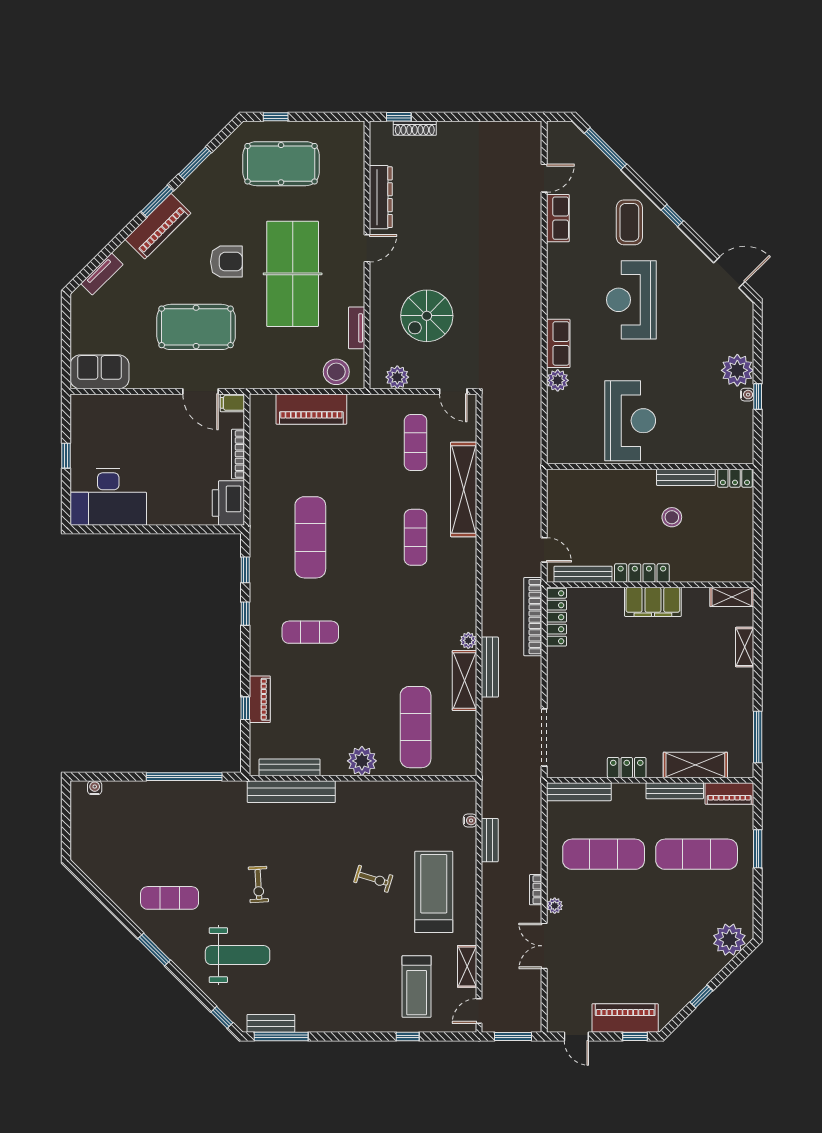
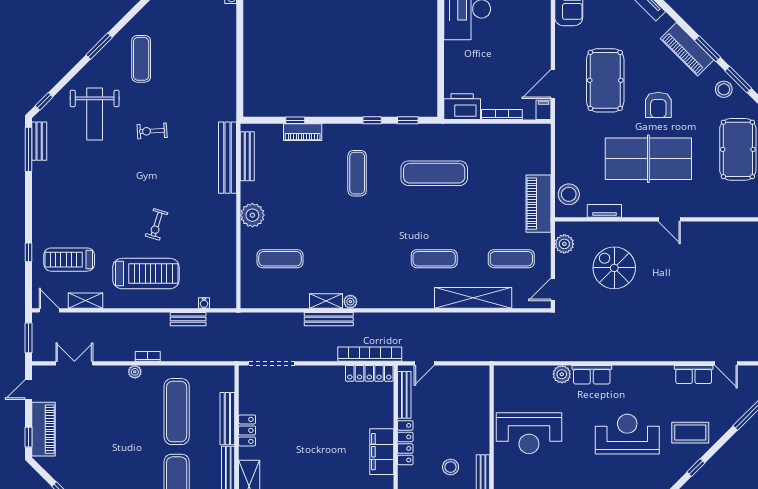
stool: (207, 181) -> (724, 89), added
dresser: (381, 197) -> (711, 230), removed
piano: (311, 409) -> (538, 204), moved
shelving: (465, 680) -> (326, 301), width x0.67, depth x0.75
exercise mat: (416, 727) -> (280, 259), width x0.73, depth x0.69
window: (184, 777) -> (240, 71), removed
bench: (579, 792) -> (227, 419), moved
double door: (544, 946) -> (74, 363), moved

